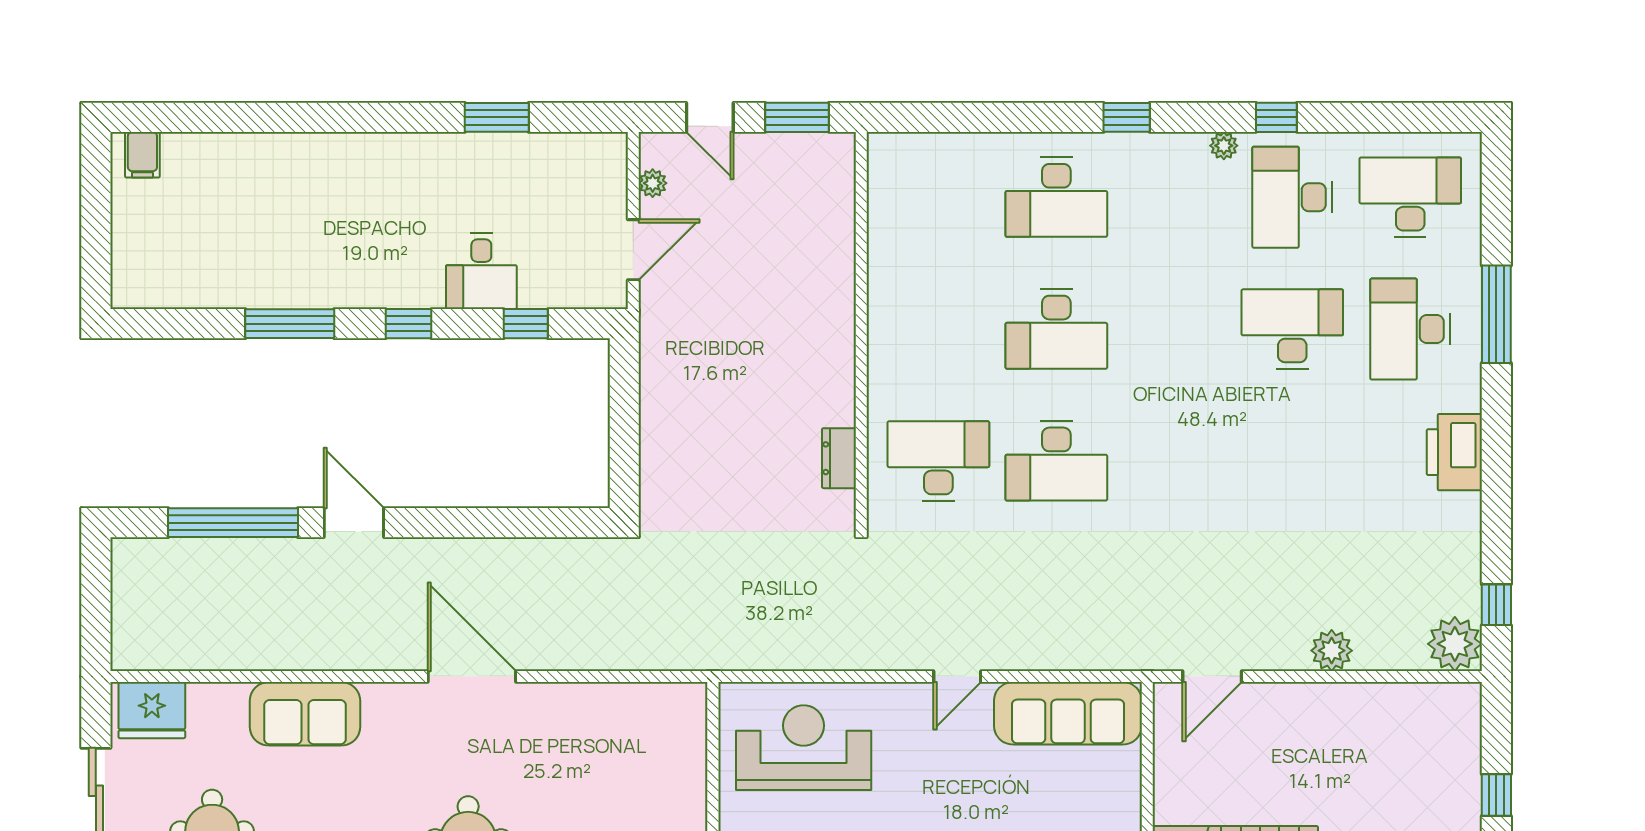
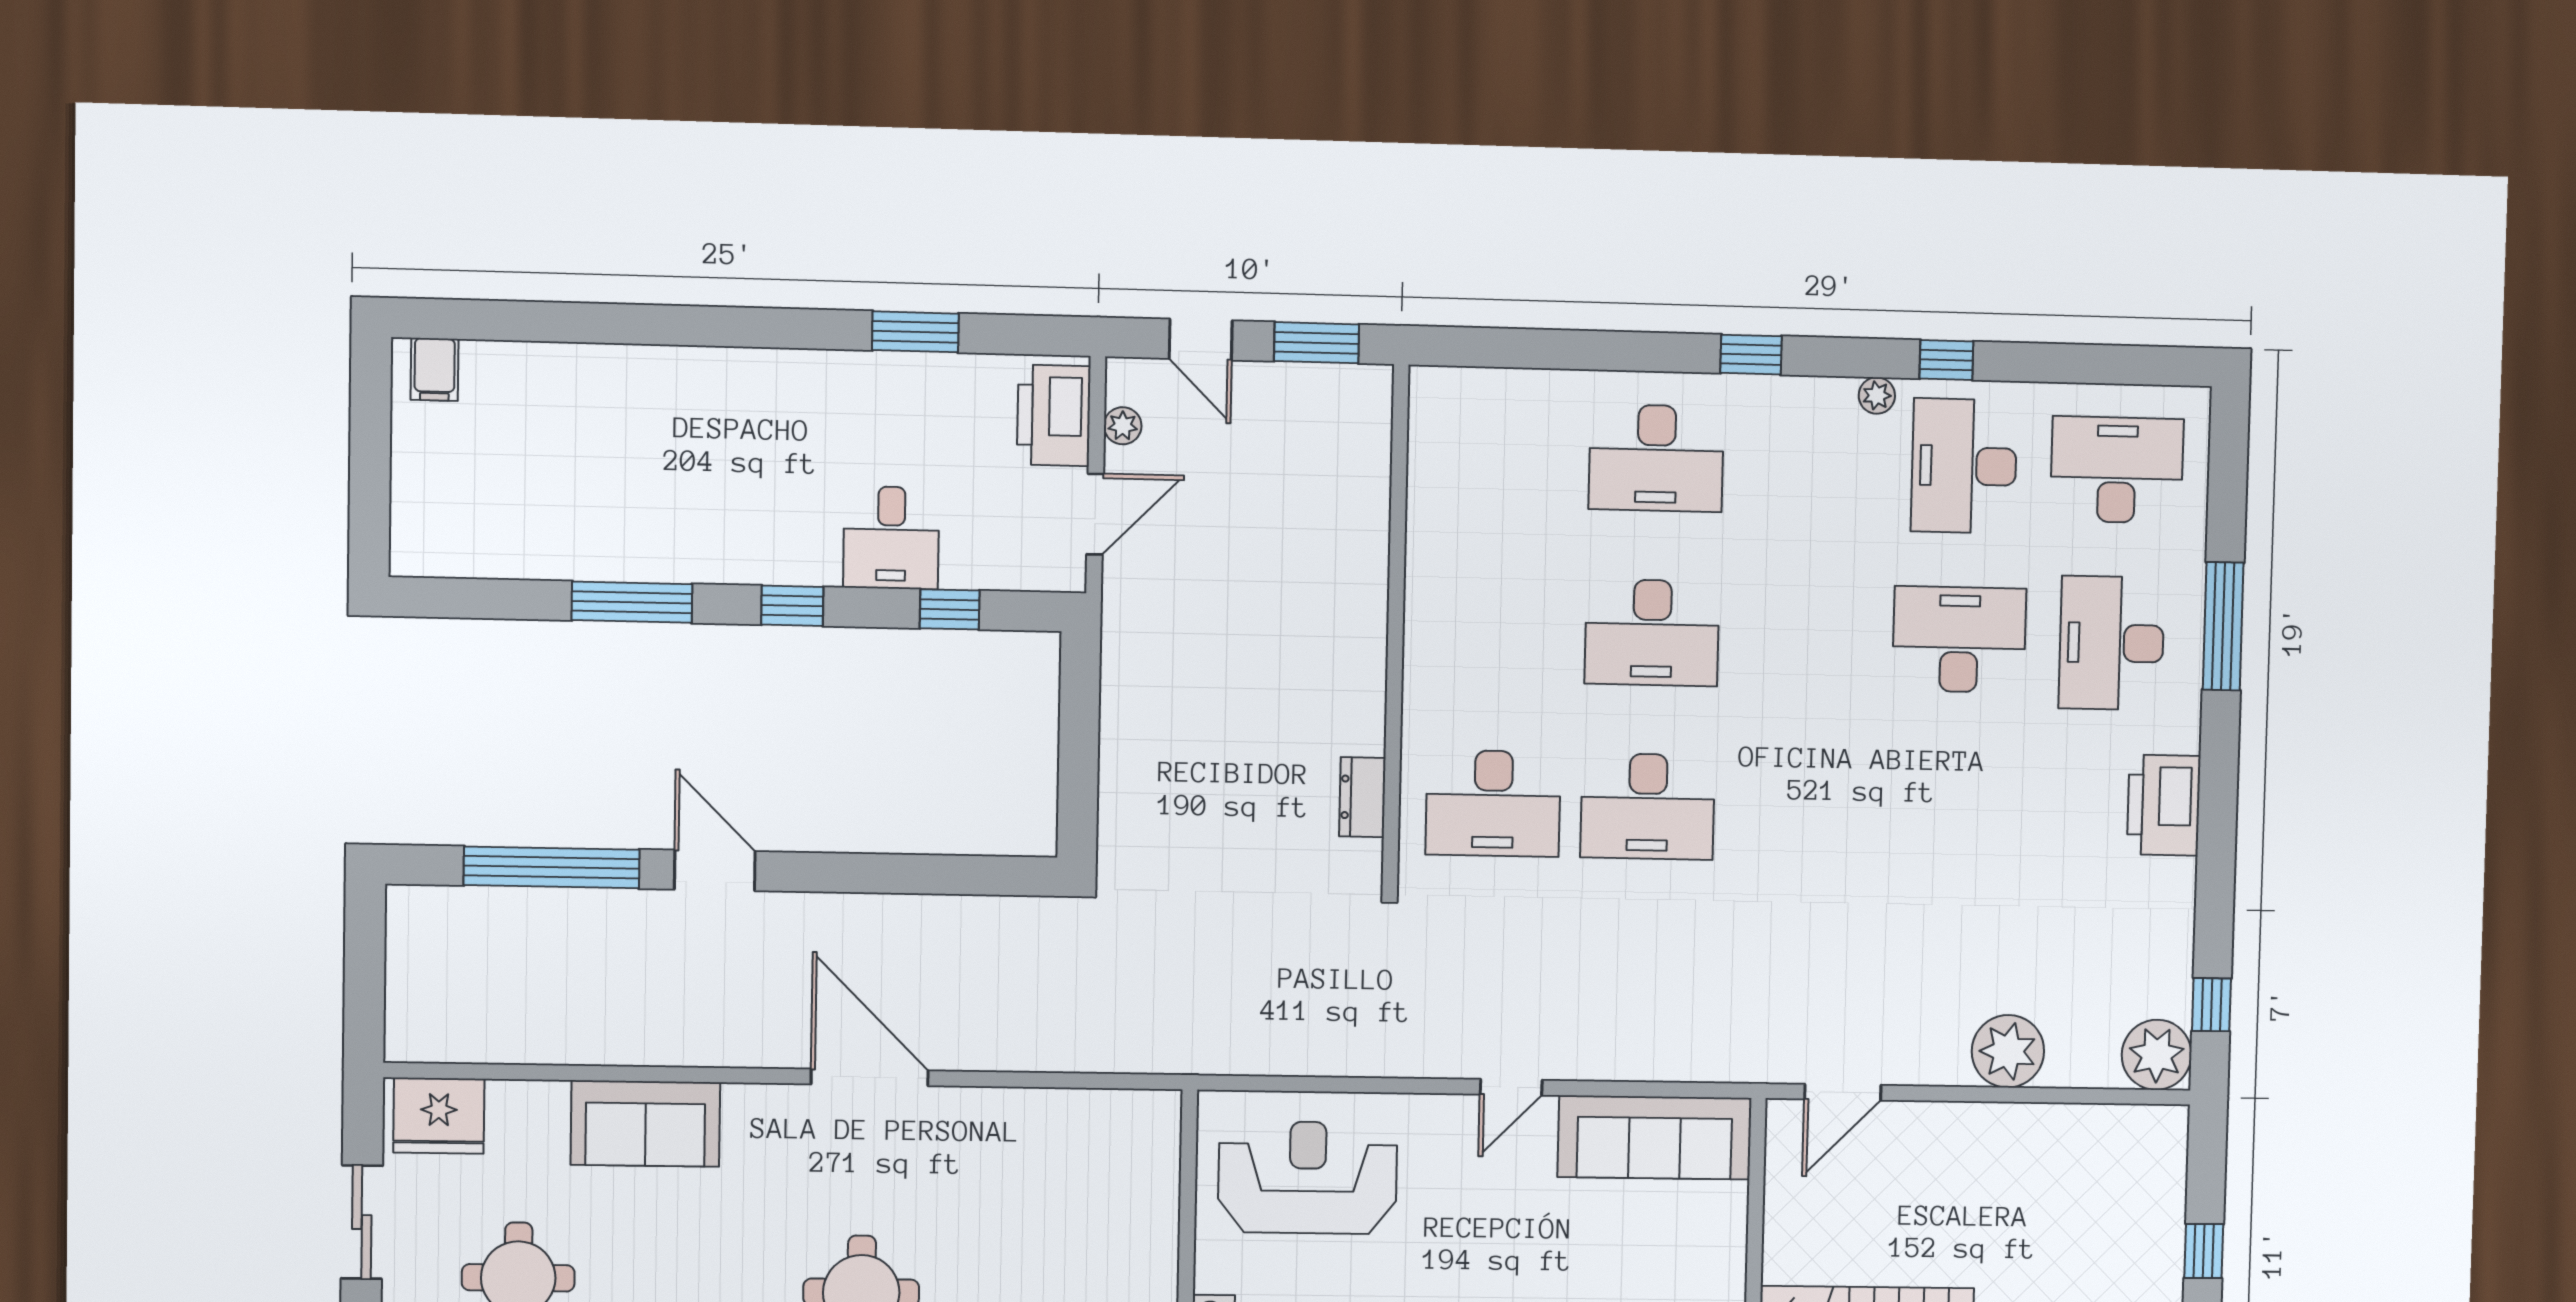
printer: (601, 177) -> (1054, 415), added
desk: (938, 461) -> (1493, 803), turned 180
plant: (1332, 651) -> (2008, 1051), width x1.36, depth x1.36

